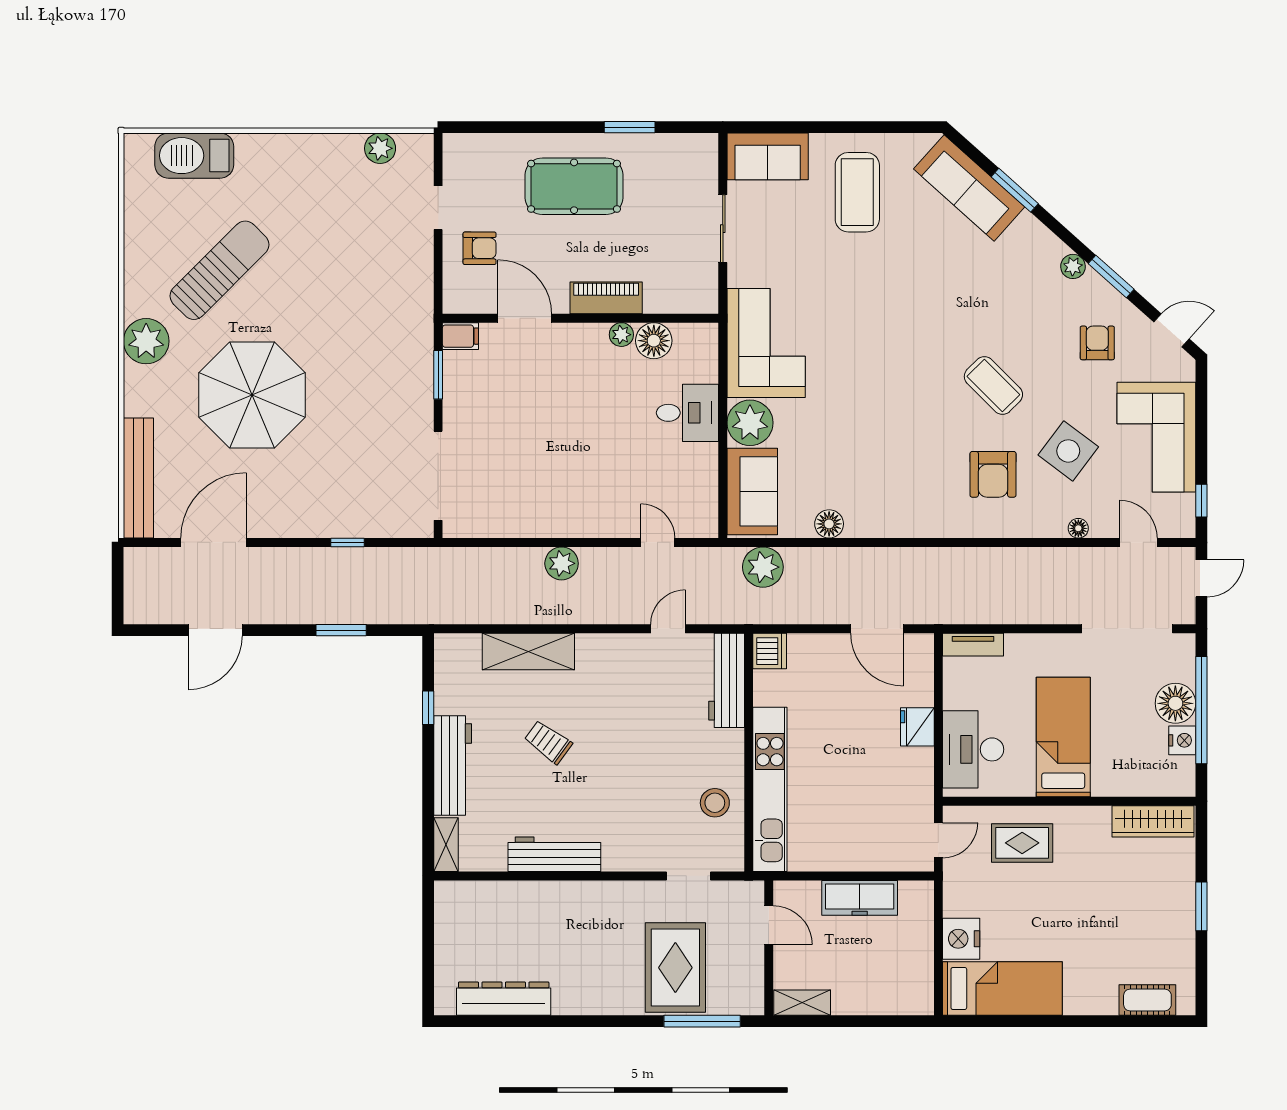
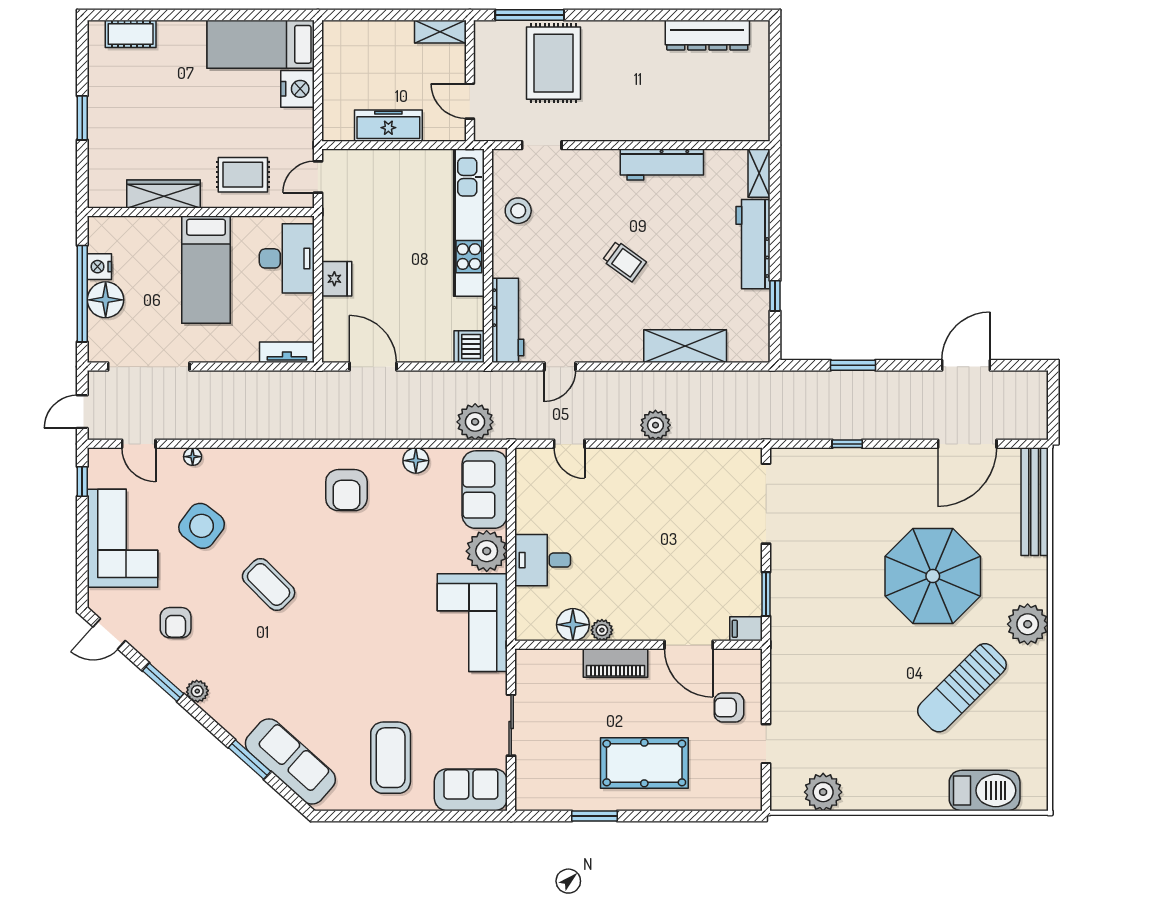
plant: (380, 148) -> (823, 792), width x1.36, depth x1.36
armchair: (993, 474) -> (346, 490), moved, turned 180
trolley: (548, 742) -> (624, 261), moved
wardrobe: (1153, 821) -> (163, 194), moved

